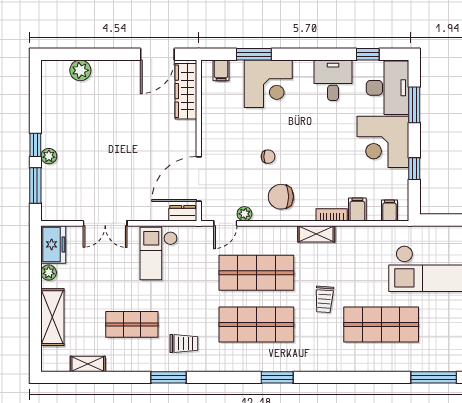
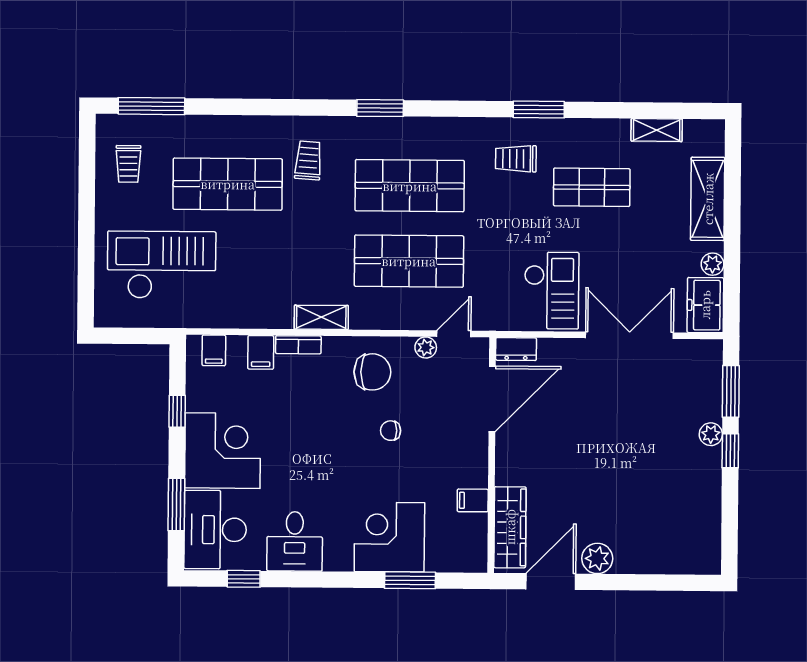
plant: (80, 70) -> (597, 558), moved
filing cabinet: (221, 70) -> (473, 500), moved, turned -90
double door: (105, 223) -> (629, 335), width x1.37
trolley: (324, 299) -> (308, 160), moved
trolley: (449, 338) -> (128, 164), added

